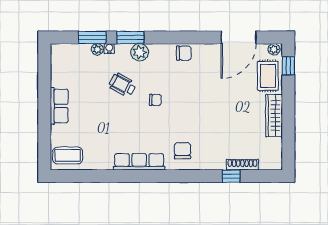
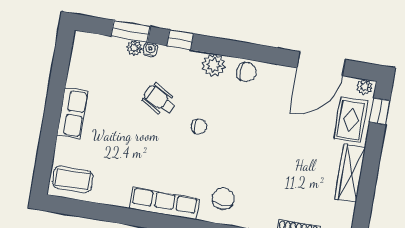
window: (130, 37) -> (180, 40), width x0.67
plant: (140, 52) -> (214, 65), moved

